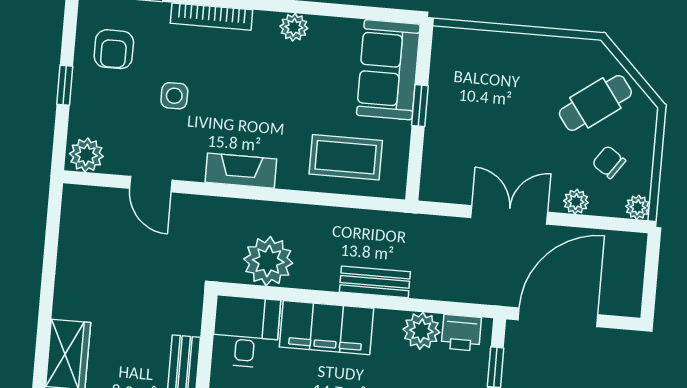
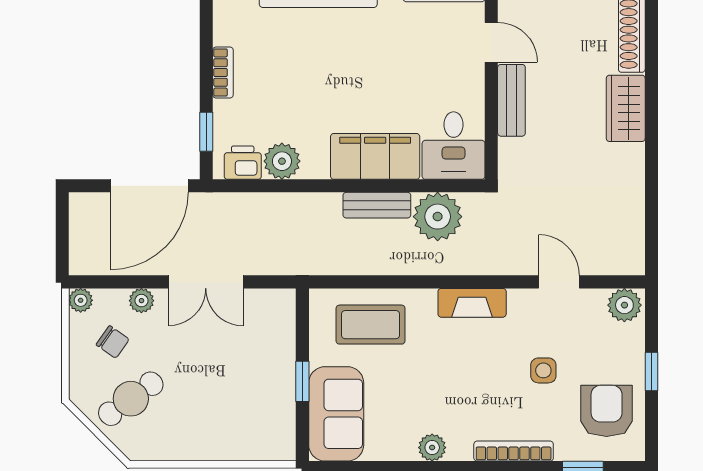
armchair: (114, 49) -> (607, 411), width x1.38, depth x1.38
bench: (375, 282) -> (377, 205), moved

